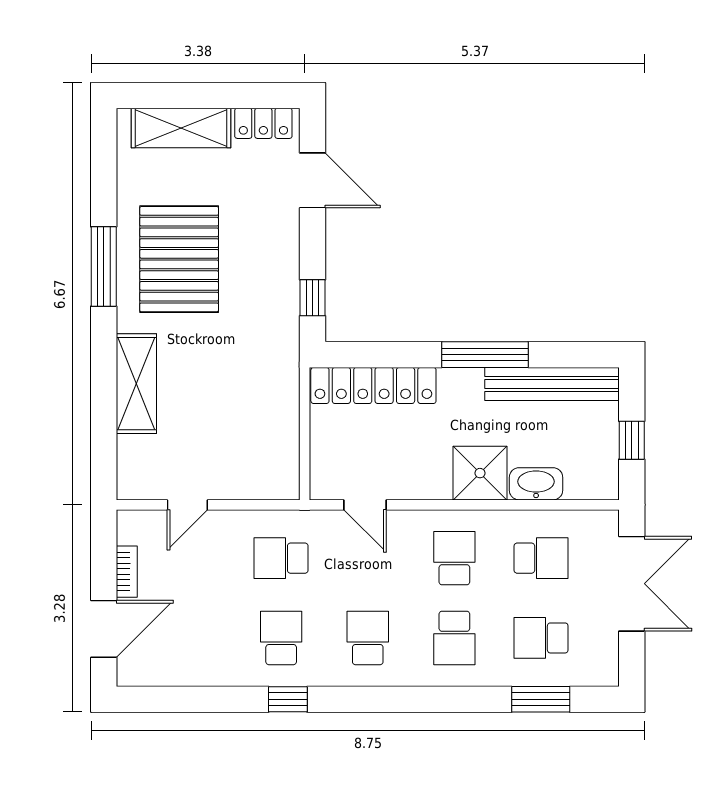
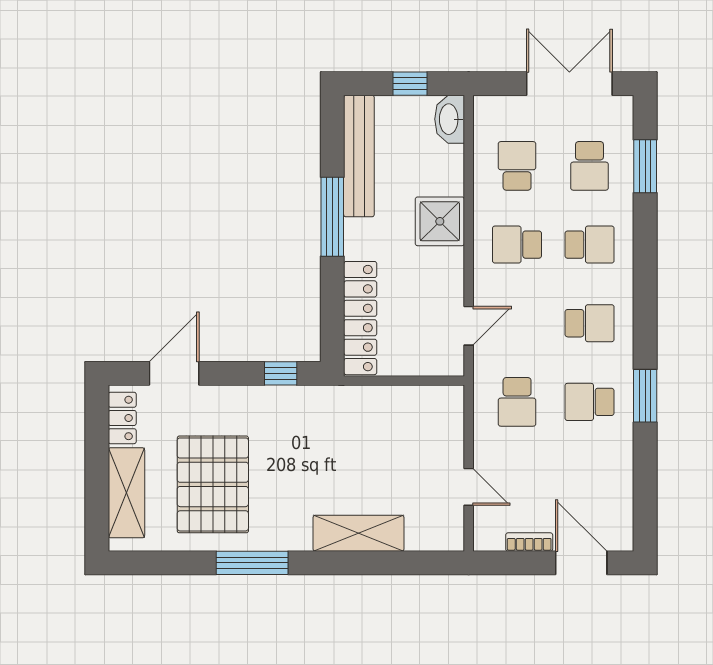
pallet: (179, 259) -> (213, 484), moved, turned 90
washbasin: (536, 484) -> (450, 119), moved
double door: (632, 584) -> (569, 84), moved
school desk: (368, 638) -> (589, 323), turned 180
window: (288, 699) -> (645, 396), width x1.50

